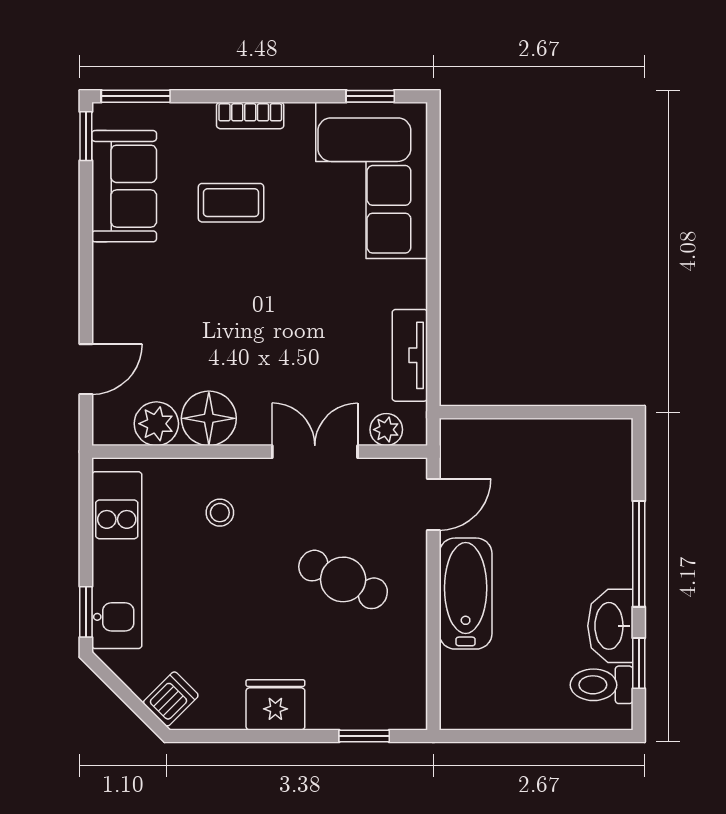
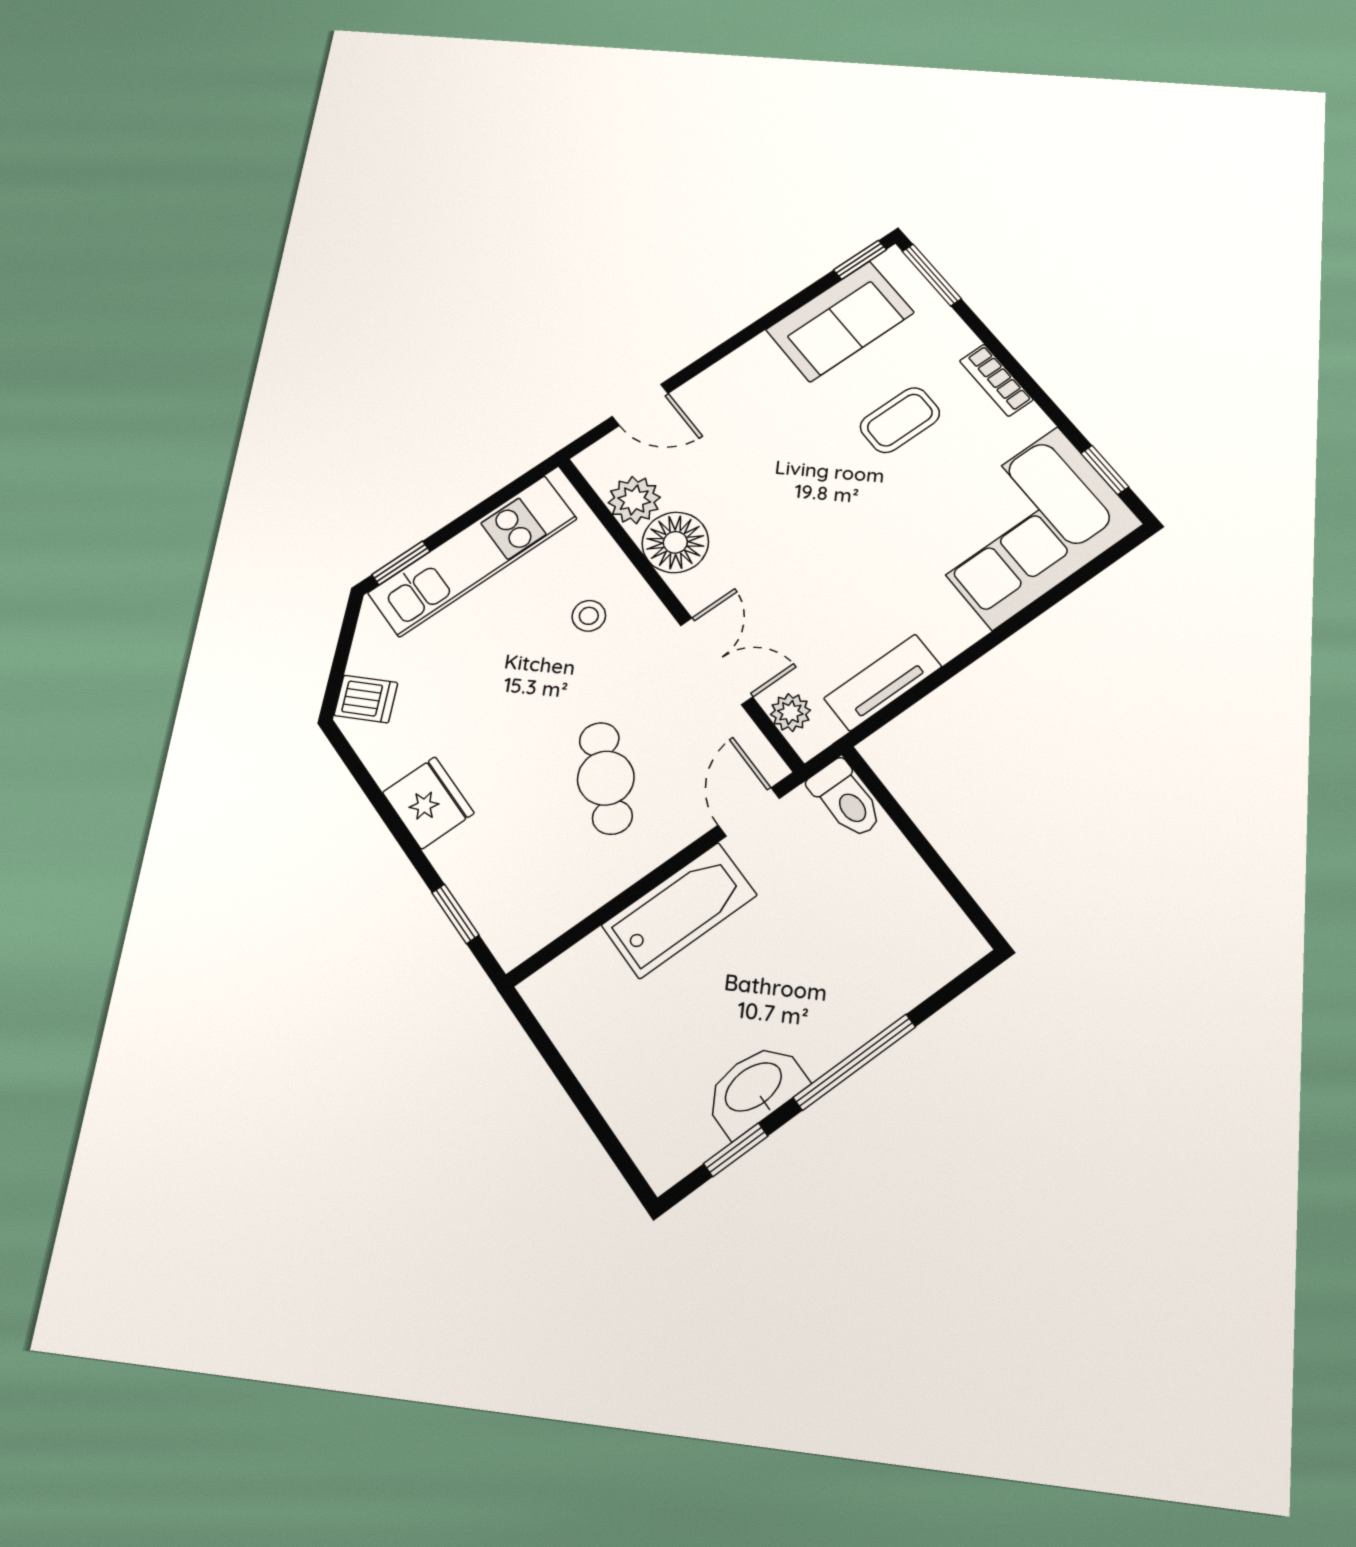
coffee table: (231, 203) -> (900, 420), turned 90
door: (433, 504) -> (749, 812), swing flipped
toilet: (602, 685) -> (846, 799), moved, turned 180

